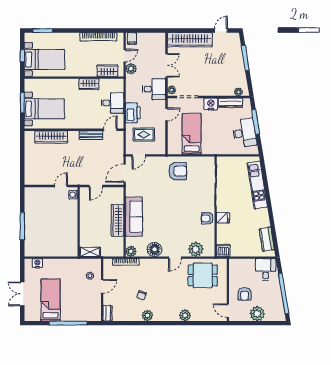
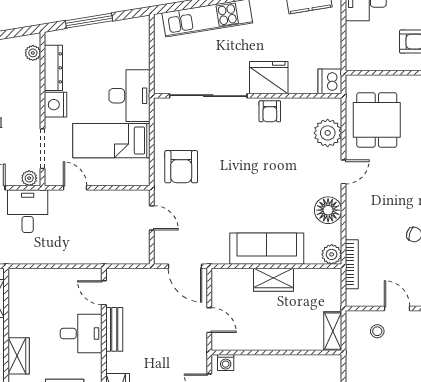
wardrobe: (89, 84) -> (19, 356), moved
desk: (112, 103) -> (81, 334), moved, turned 90
printer: (133, 113) -> (72, 251), removed
desk: (244, 133) -> (129, 96), moved, turned 99
rug: (144, 135) -> (113, 230), removed
door: (139, 155) -> (152, 218), moved
armchair: (178, 171) -> (181, 167), turned 180
fridge: (223, 218) -> (269, 78), width x1.88, depth x1.34
wardrobe: (117, 220) -> (274, 280), width x0.67
door: (175, 258) -> (343, 172), hinge flipped

